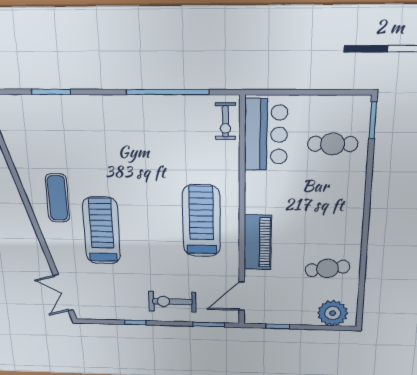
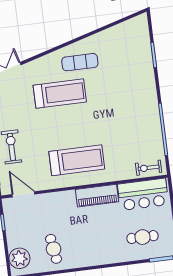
cafe table: (333, 144) -> (142, 237), turned 90
piano: (258, 242) -> (97, 196), moved

